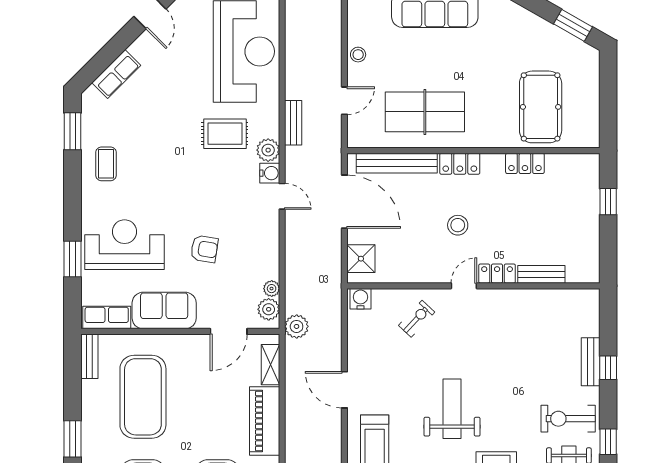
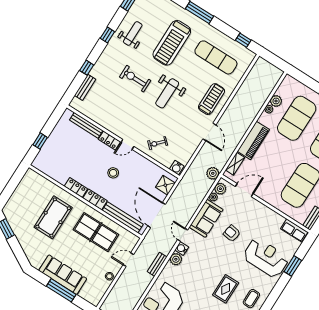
pool table: (541, 107) -> (53, 217), moved
rug: (225, 134) -> (226, 289), moved, turned 90
locker: (525, 163) -> (76, 188), moved
reception desk: (125, 245) -> (266, 258), turned 180
bench: (541, 274) -> (86, 125), width x1.36
sofa: (164, 311) -> (206, 218), moved, turned -90
bench: (591, 362) -> (85, 87), moved
exercise bike: (568, 419) -> (135, 79), moved, turned 180

